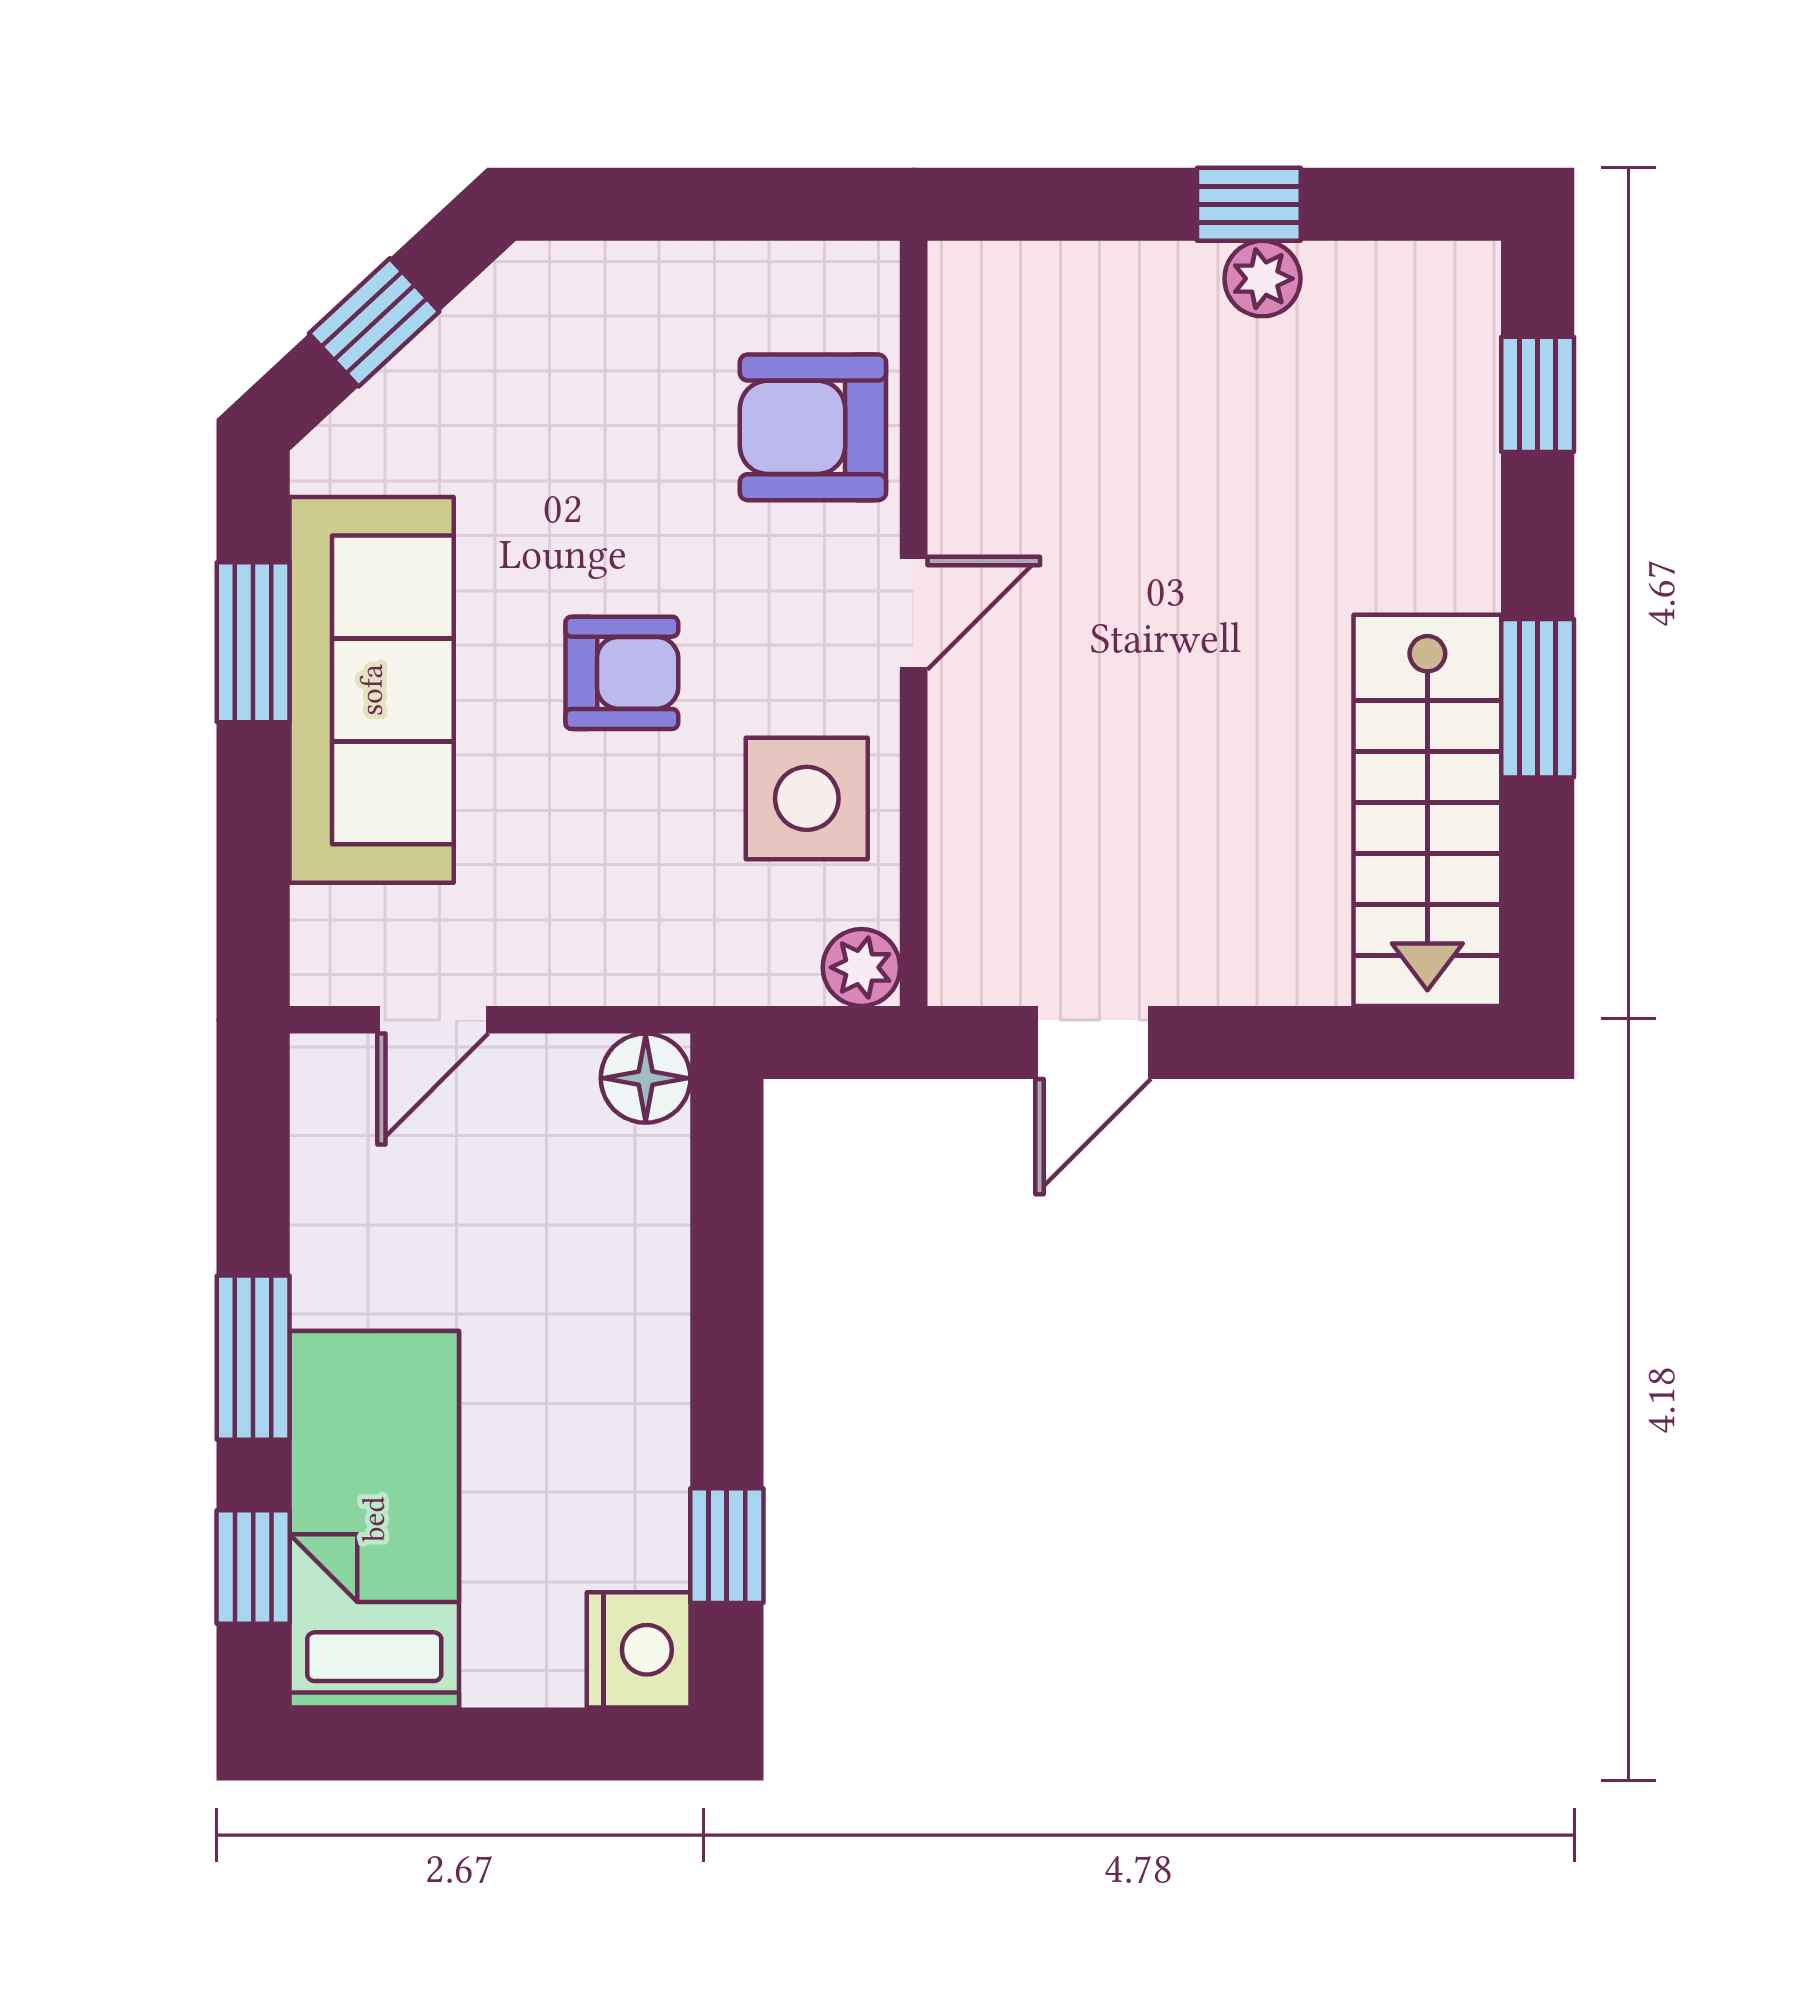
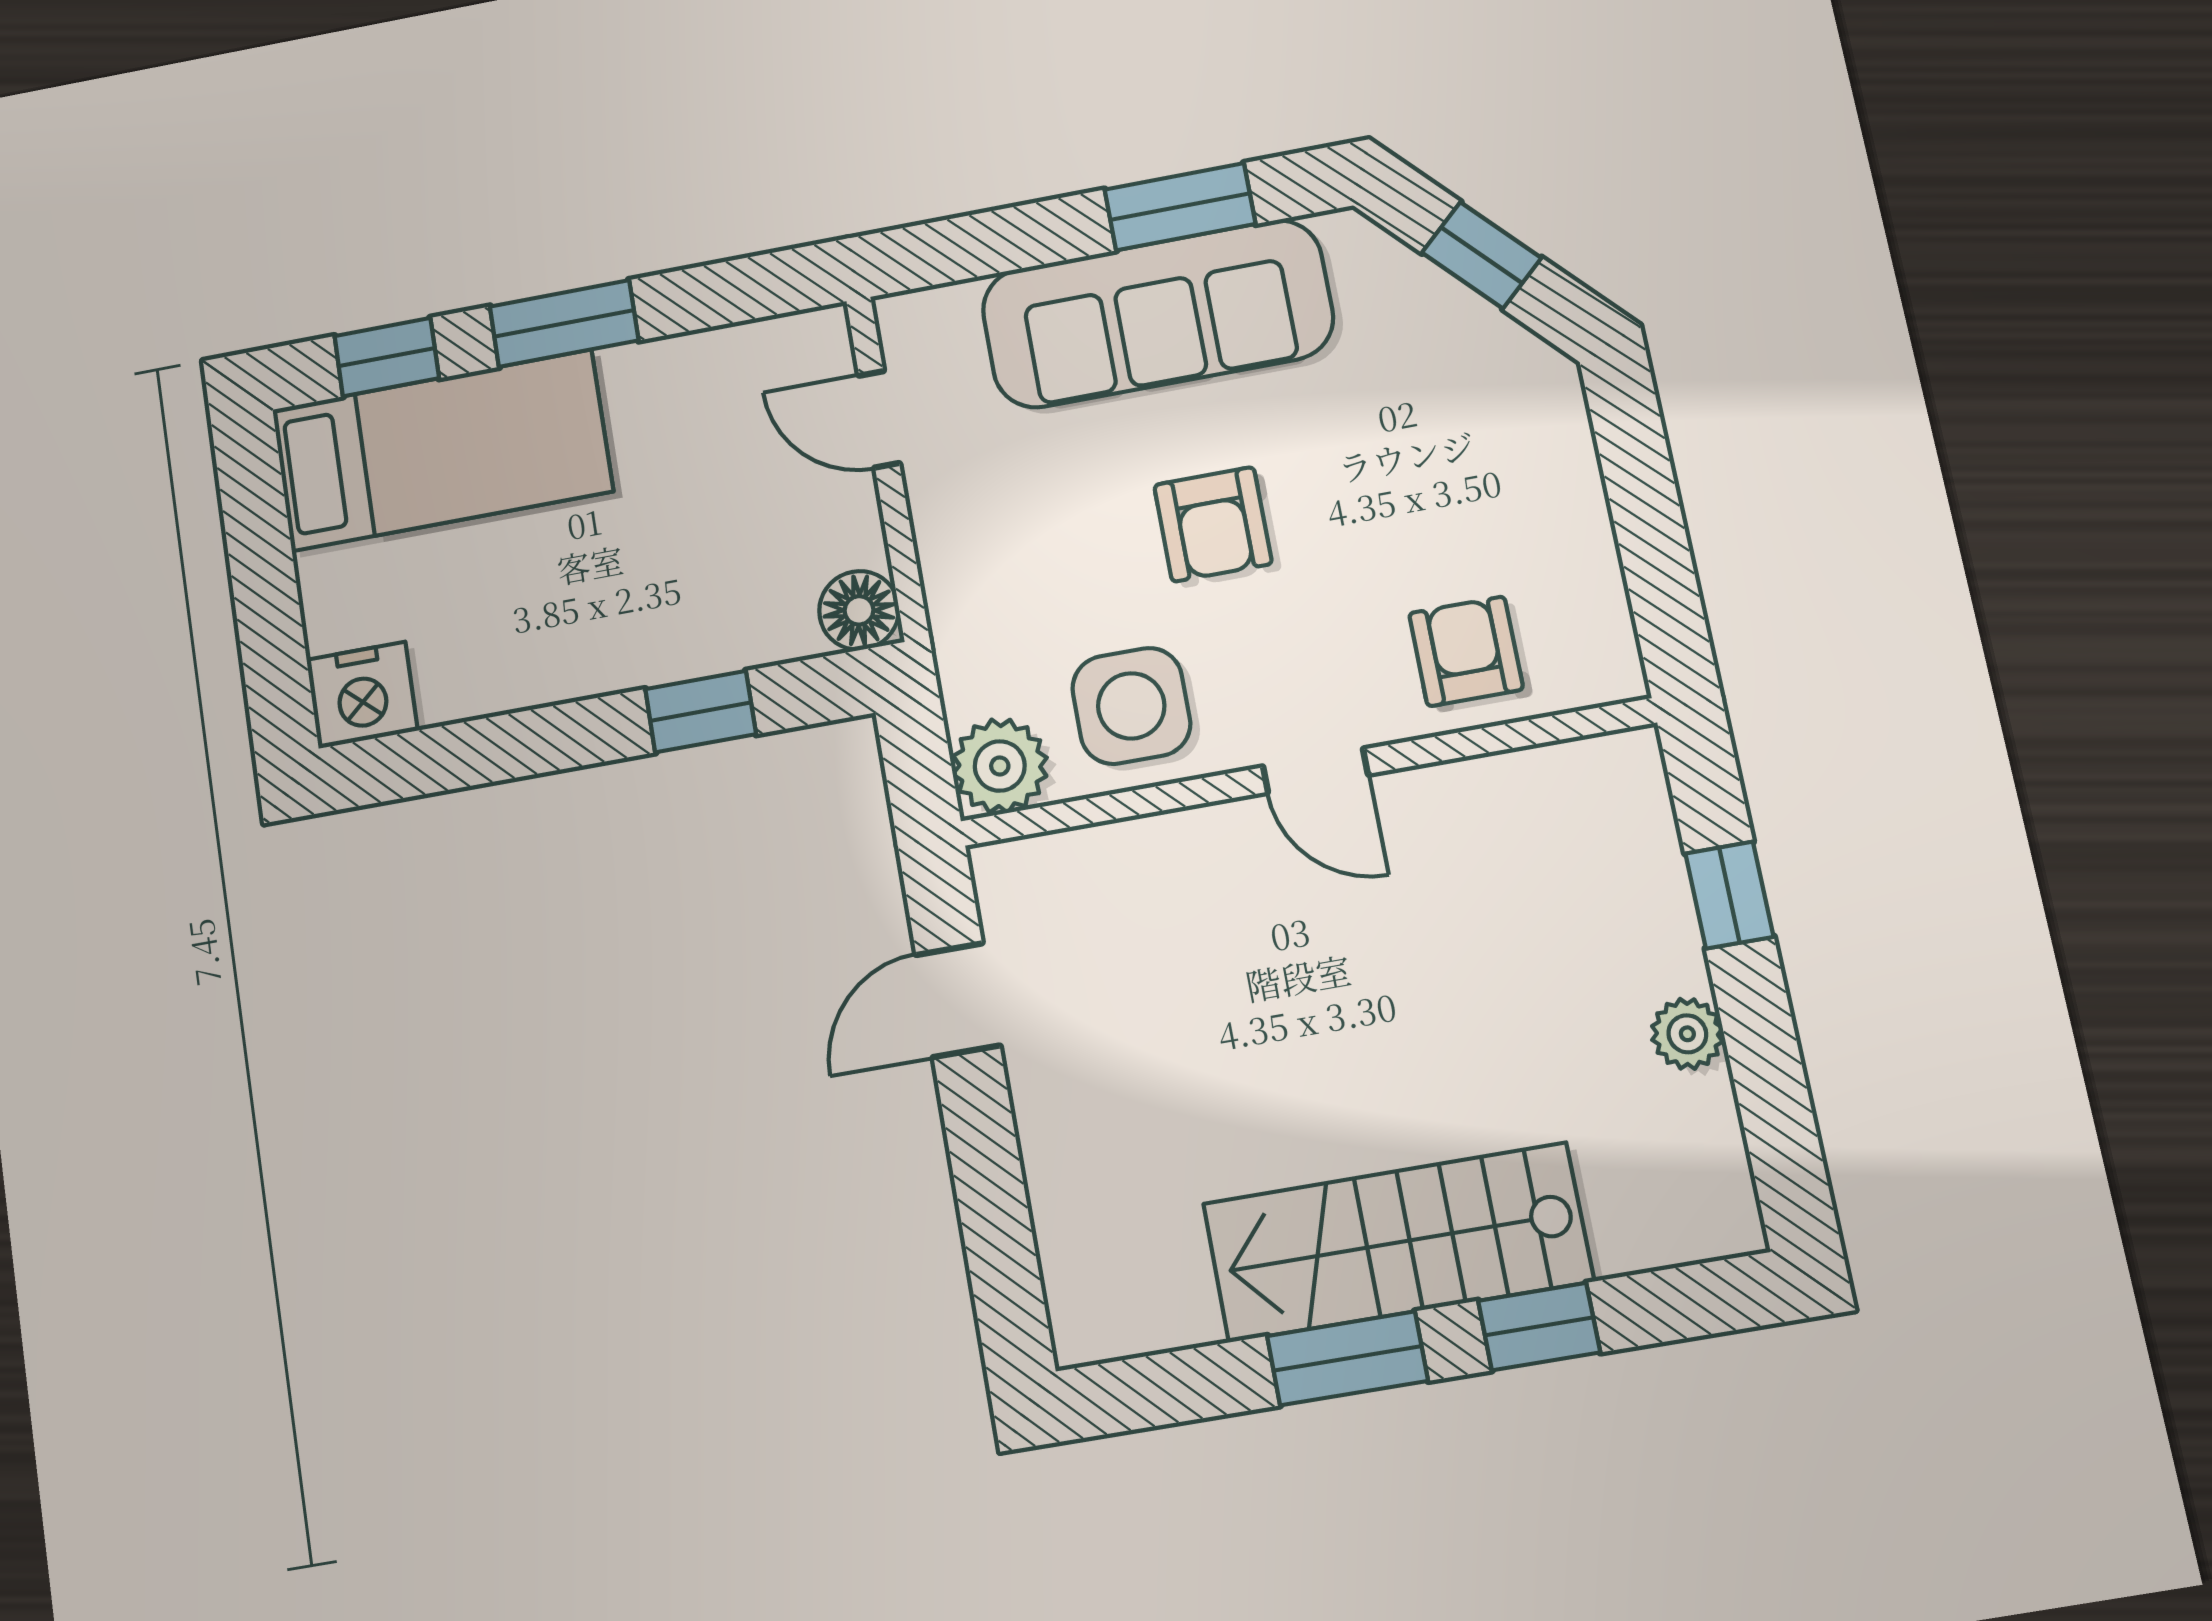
window: (1249, 204) -> (1729, 895), moved
window: (1538, 394) -> (1539, 1326), moved
armchair: (813, 427) -> (1466, 651), width x0.72, depth x0.72
stairs: (1427, 810) -> (1398, 1242), moved
plant: (861, 967) -> (1000, 766), width x1.38, depth x1.38
door: (1093, 1042) -> (958, 1000), hinge flipped
window: (727, 1546) -> (701, 712), moved

